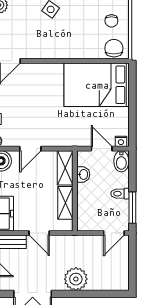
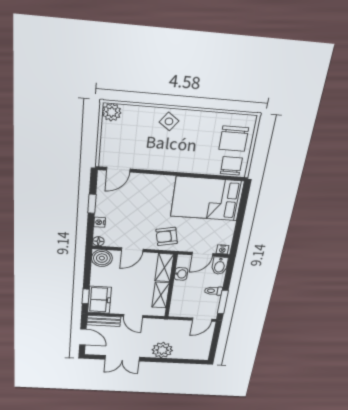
chair: (111, 21) -> (234, 139), width x1.87, depth x1.87
armchair: (63, 130) -> (167, 236), added
door: (102, 149) -> (202, 254), swing flipped

